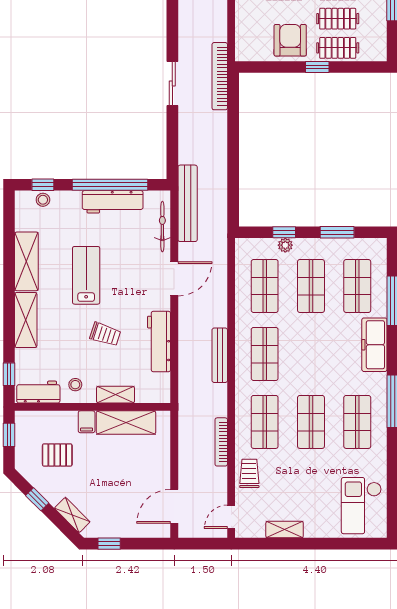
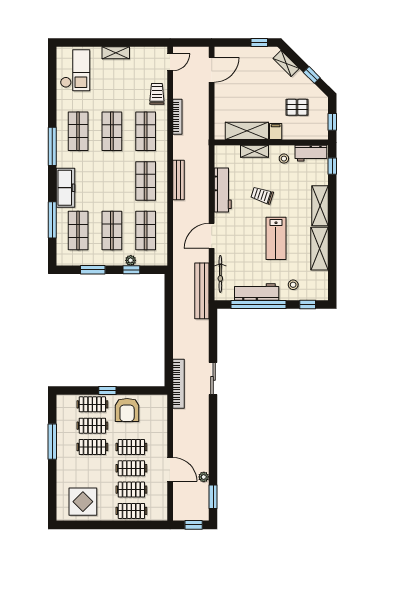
stool: (43, 200) -> (293, 285), moved
trolley: (249, 473) -> (157, 94), turned 180
shelving: (285, 530) -> (116, 53), moved

